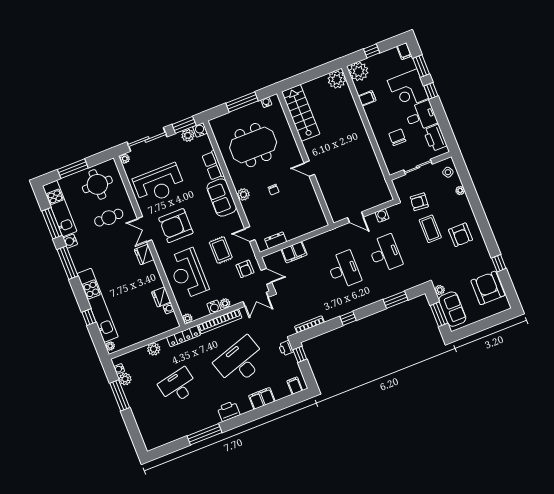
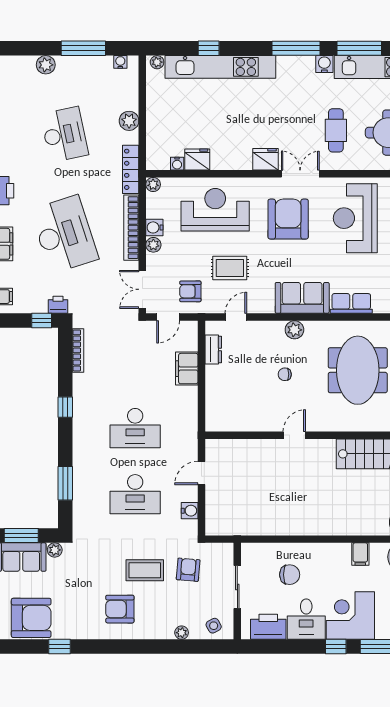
plant: (125, 379) -> (46, 65), moved

